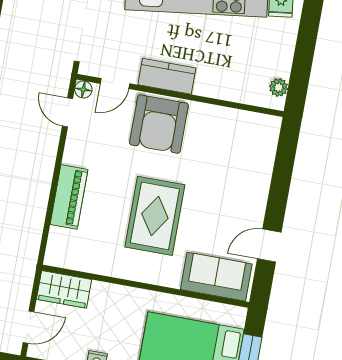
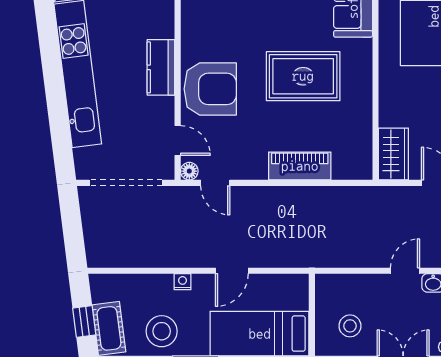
kitchen counter: (167, 76) -> (161, 67), moved
door: (67, 112) -> (215, 183), hinge flipped

